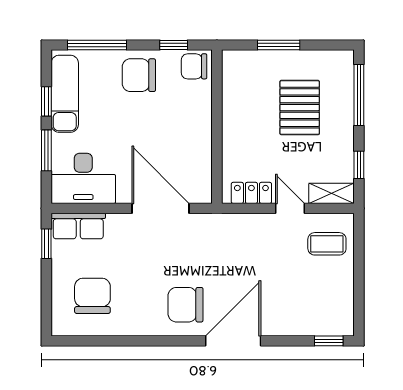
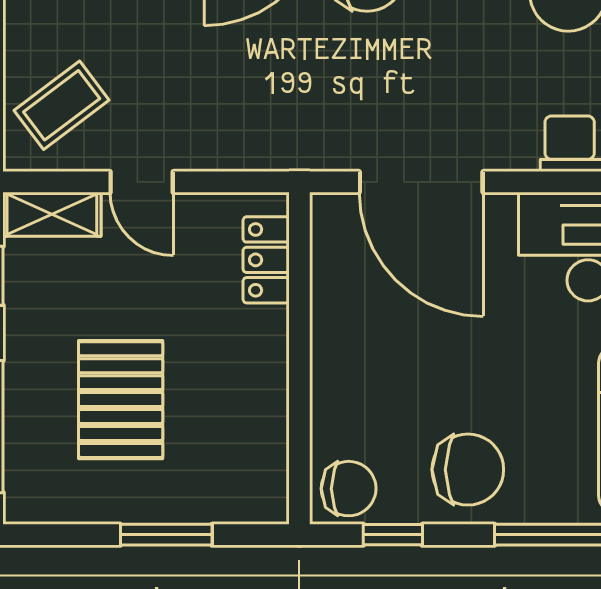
locker: (251, 193) -> (266, 260), moved, turned 90
coffee table: (327, 244) -> (62, 105), turned -37

